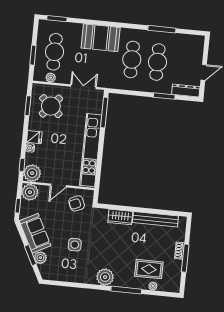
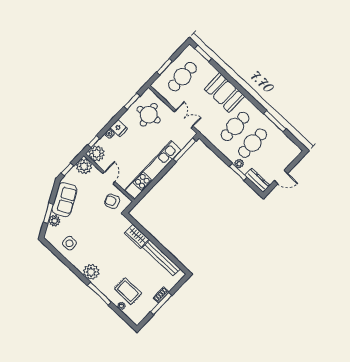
plant: (51, 78) -> (239, 164), moved
round table: (51, 106) -> (149, 115), turned 38
door: (58, 186) -> (109, 178), swing flipped
side table: (75, 245) -> (69, 243), moved

